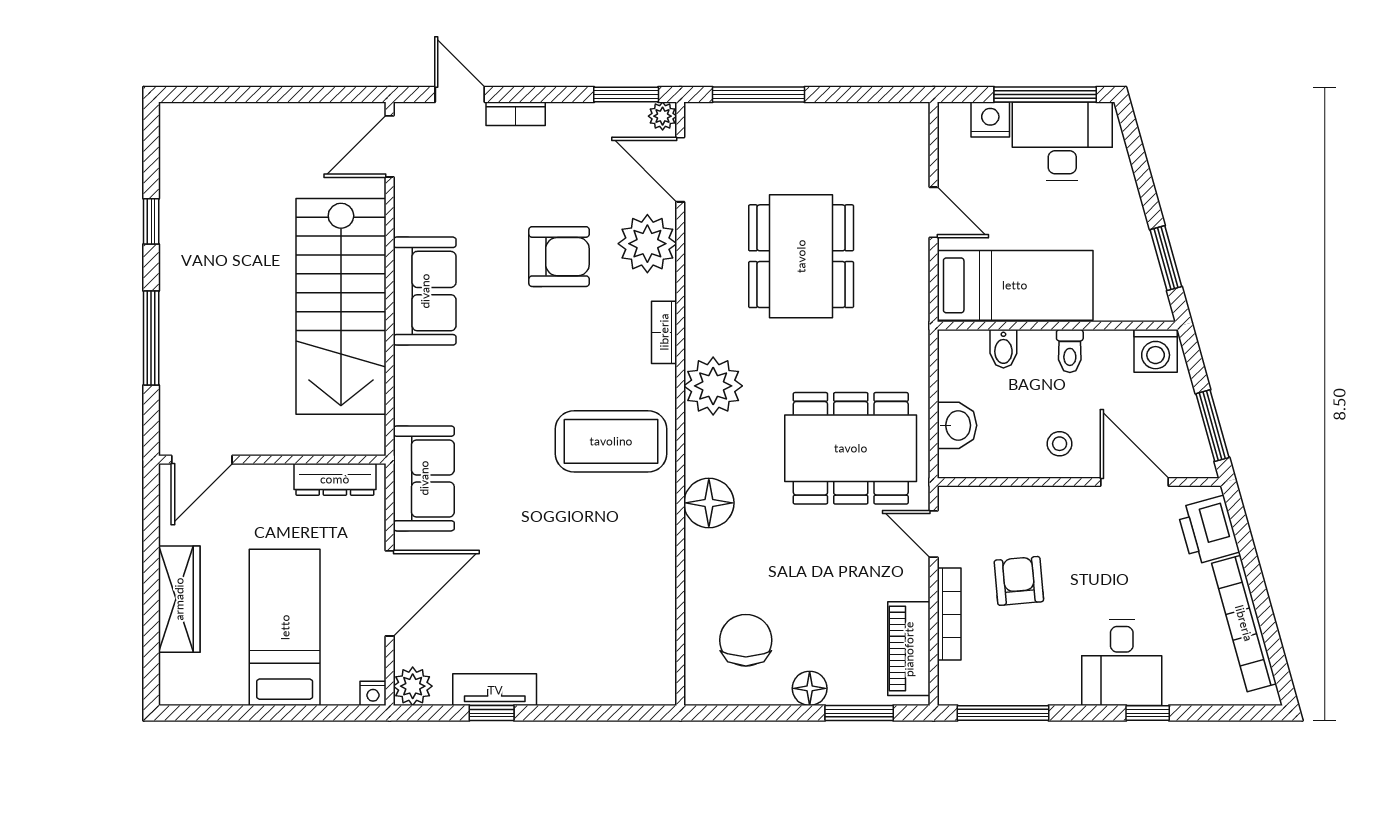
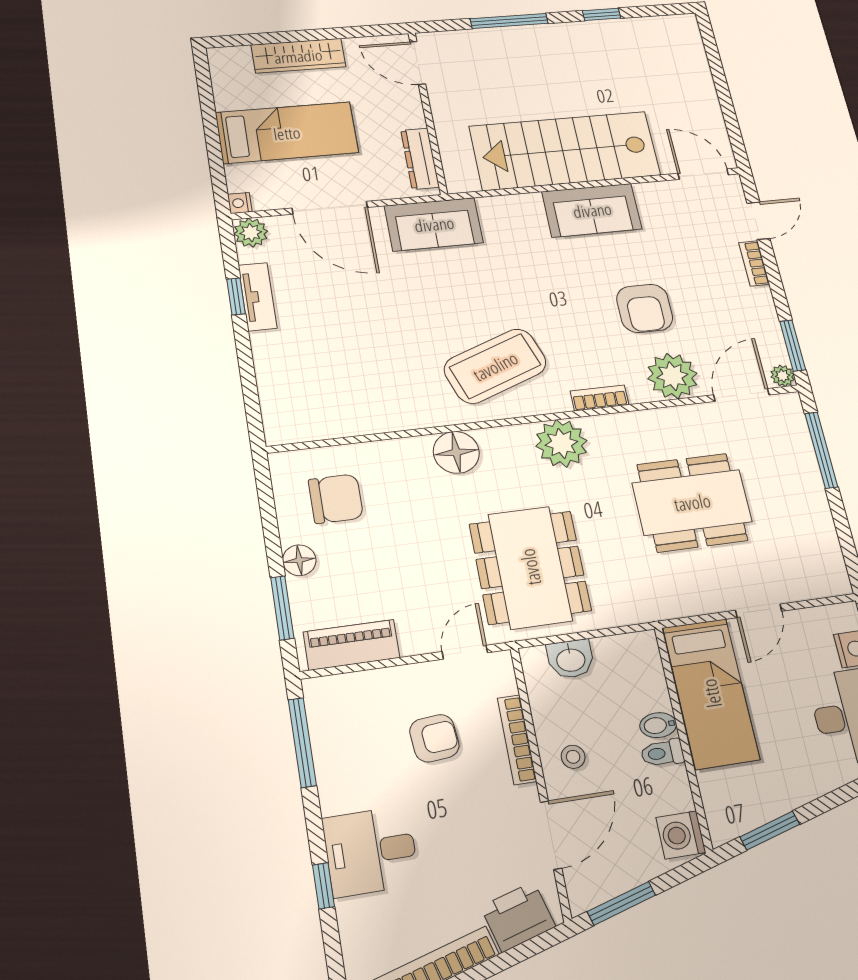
bidet: (1003, 349) -> (658, 725), moved
coffee table: (611, 441) -> (495, 366), turned 70
bookcase: (949, 614) -> (517, 740), moved, turned 90

